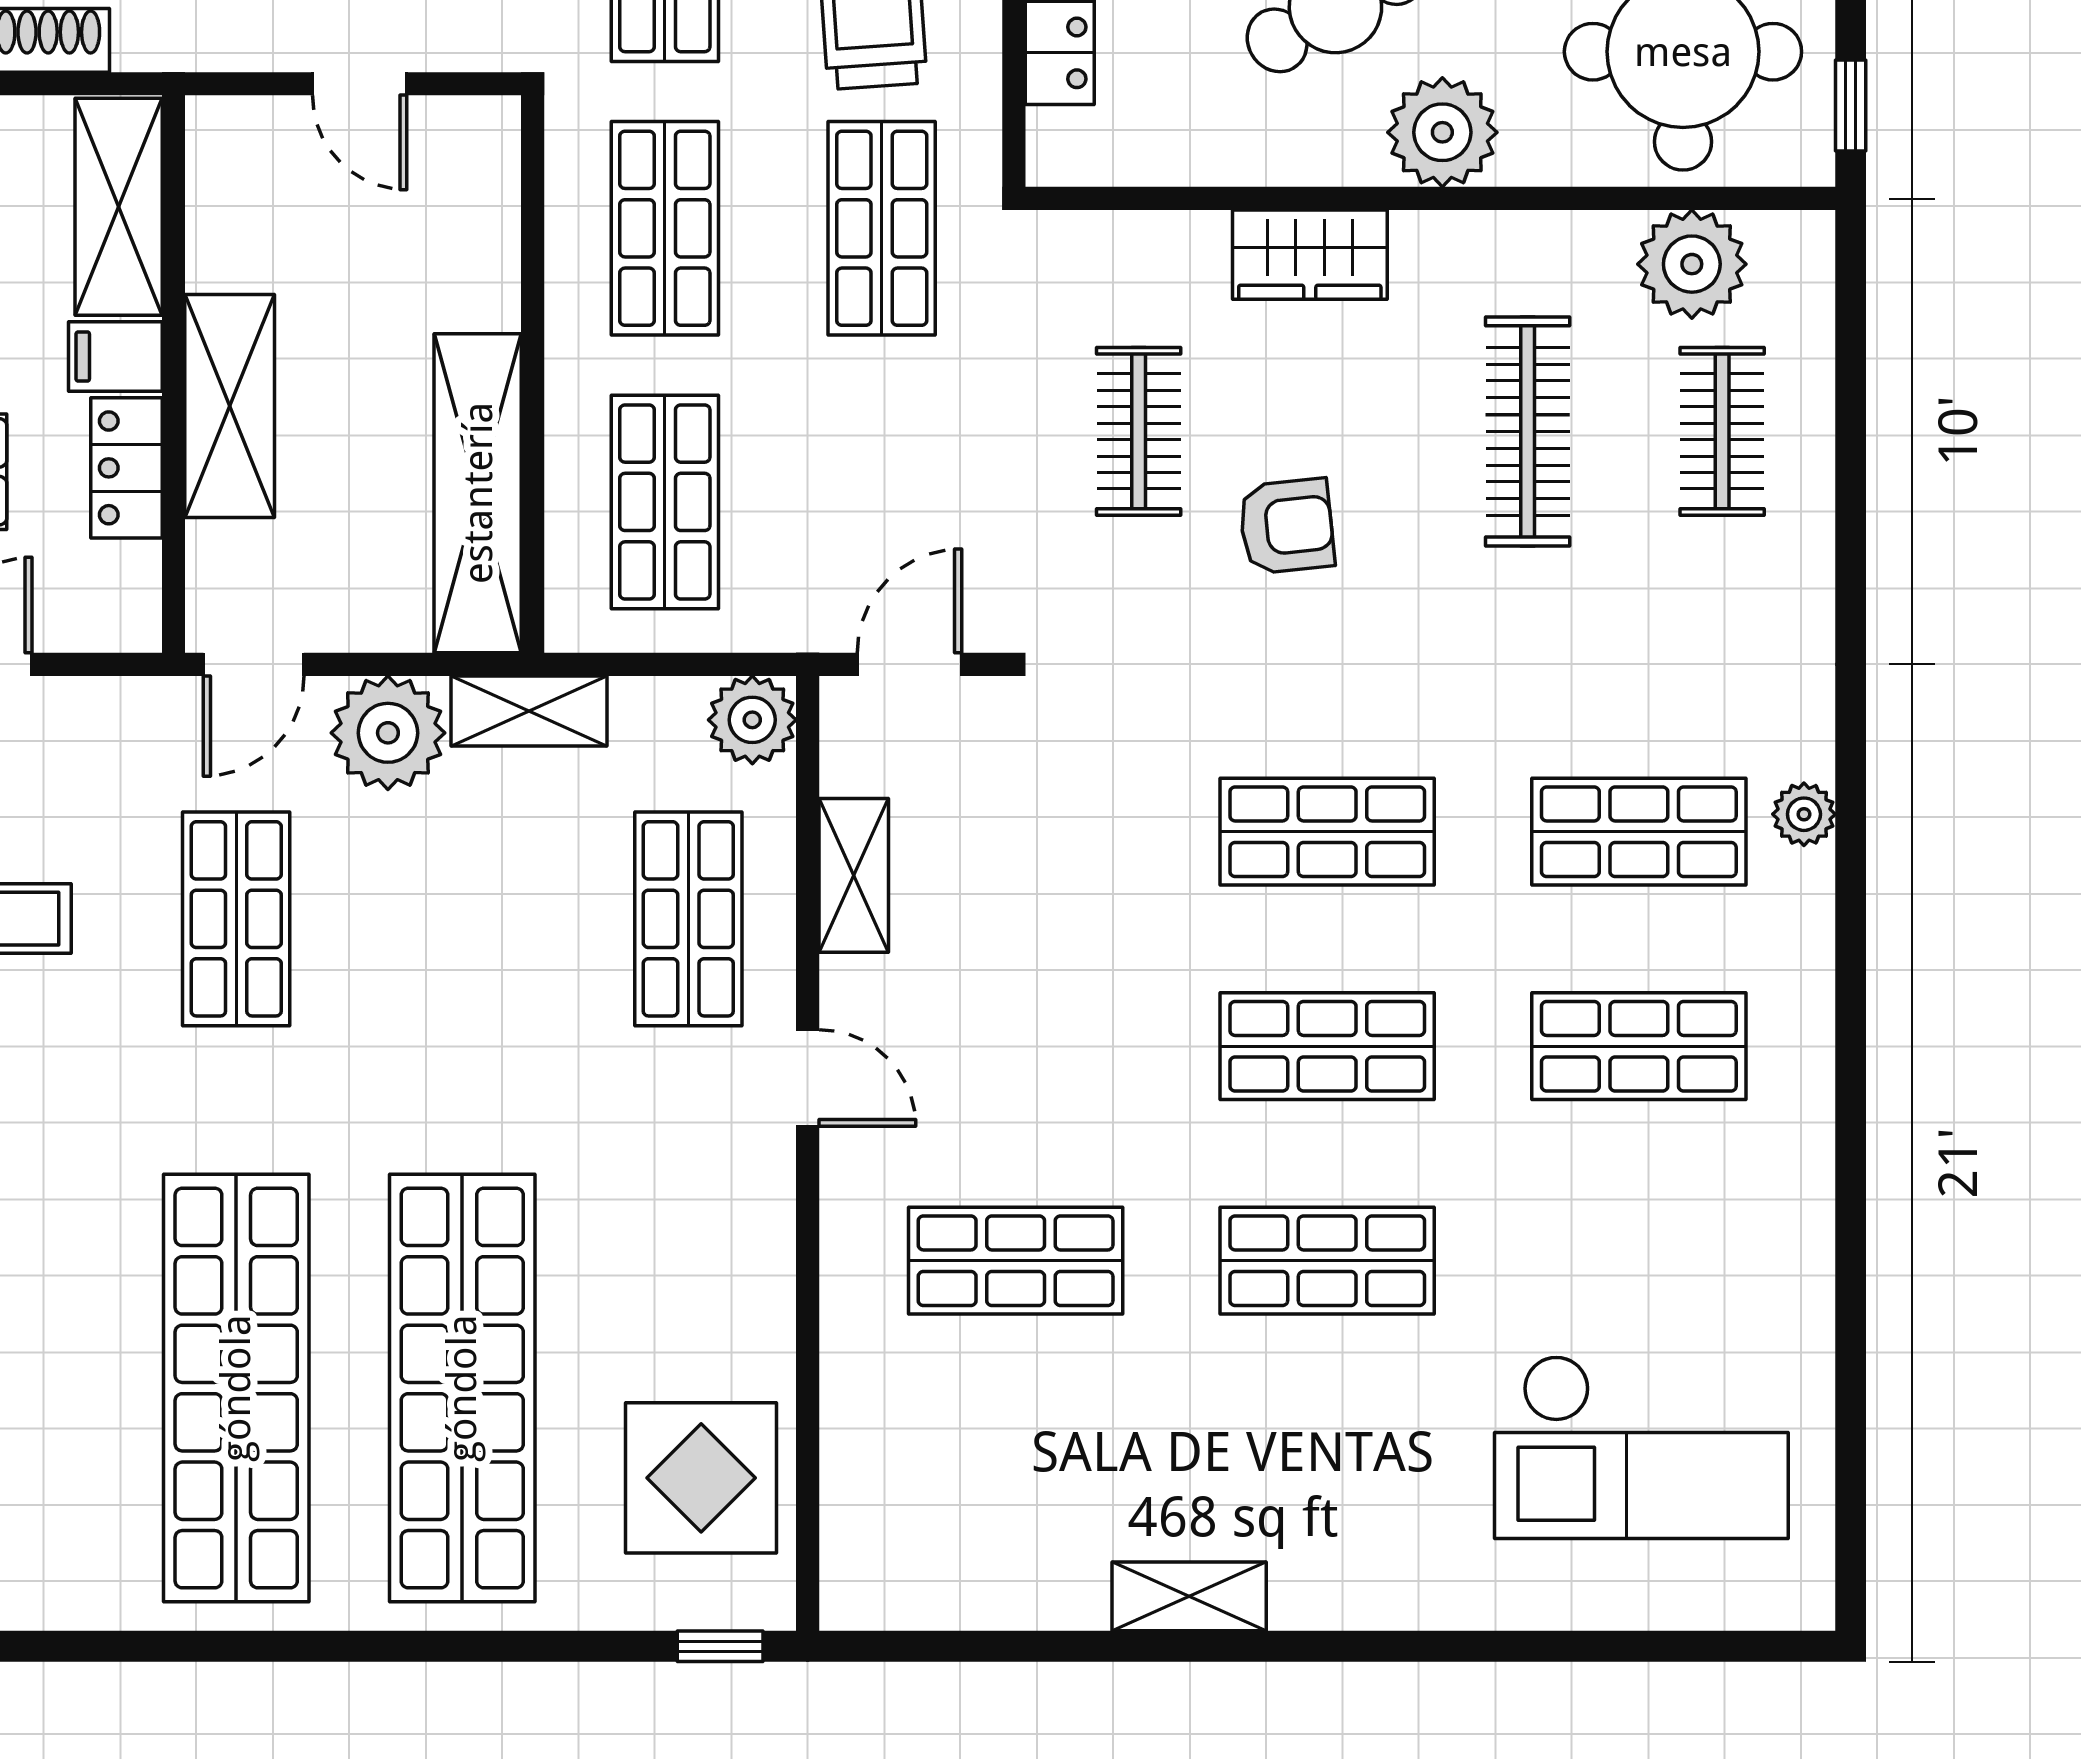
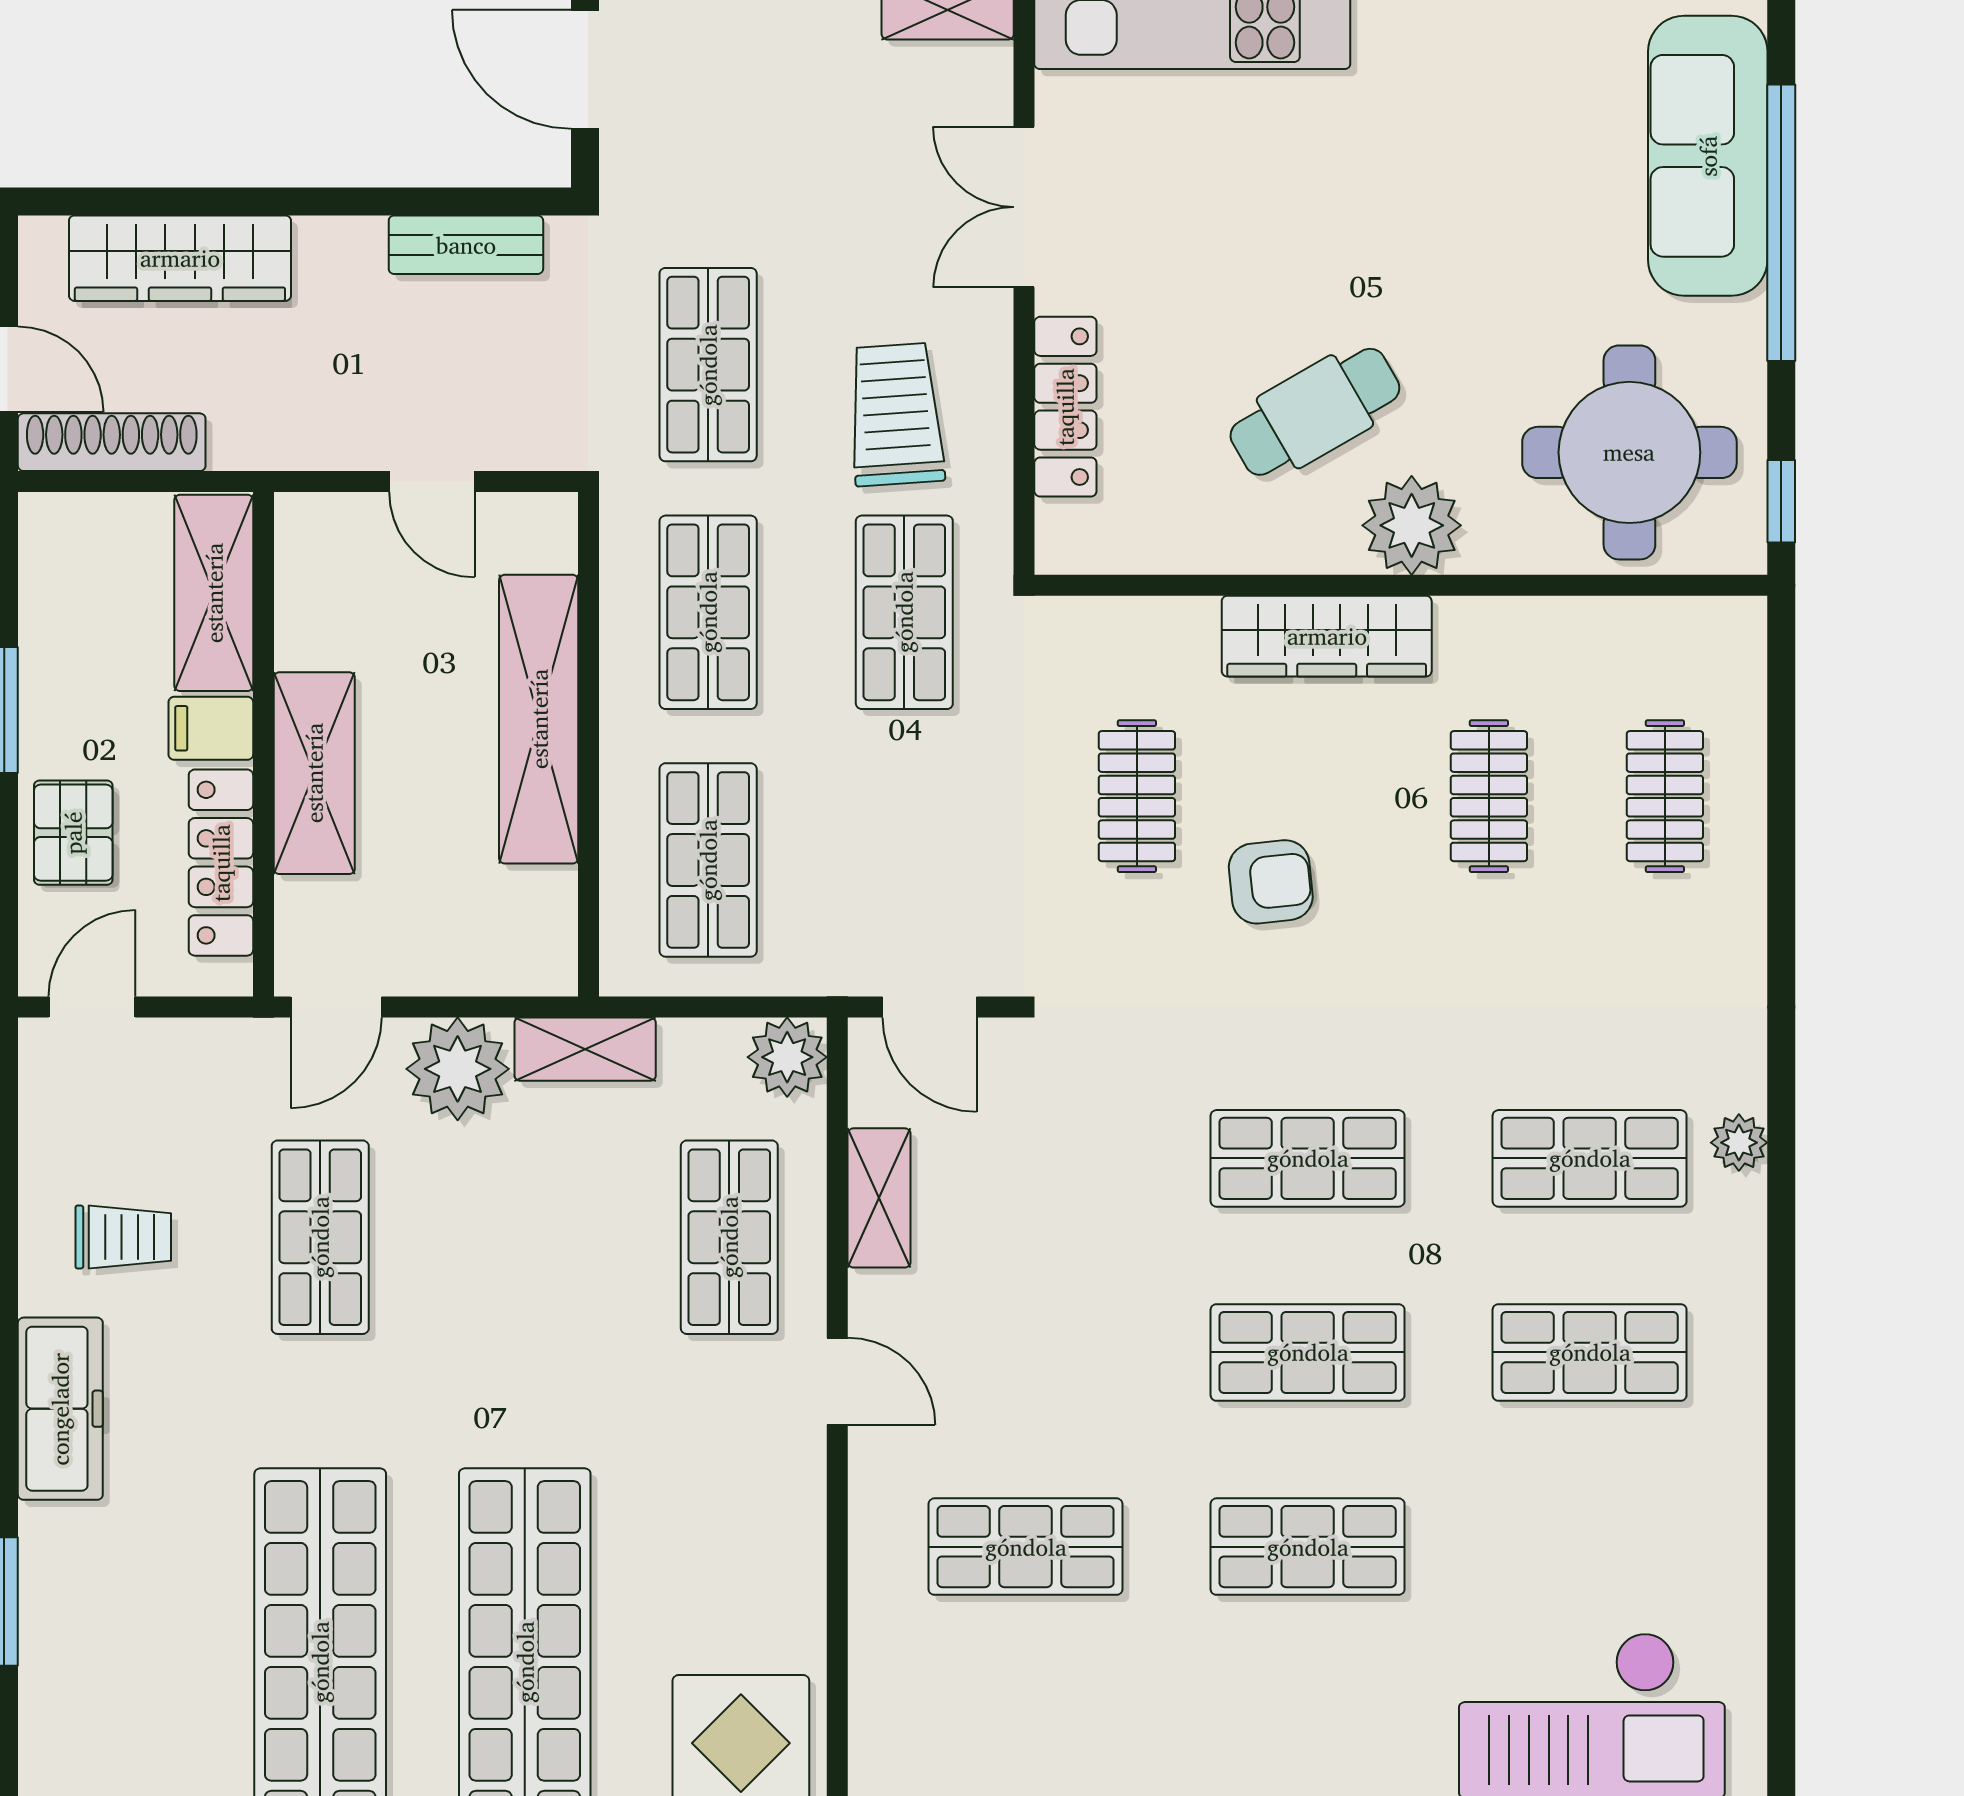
wardrobe: (1310, 255) -> (1327, 636), width x1.50
plant: (1692, 264) -> (1638, 645), removed
clothes rail: (1528, 431) -> (1489, 796), width x0.73
locker: (127, 468) -> (221, 863), width x1.53
shelving: (478, 493) -> (539, 719), moved
door: (909, 664) -> (929, 1007), swing flipped

